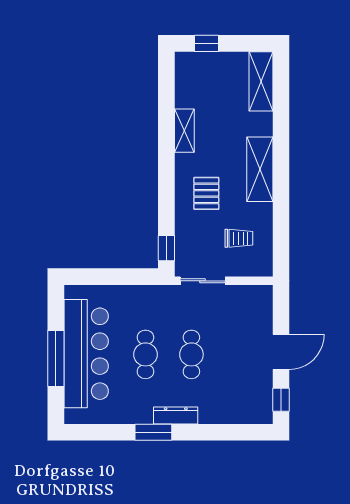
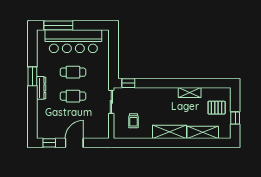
window: (207, 43) -> (235, 118), moved
shelving: (261, 81) -> (203, 132), moved
pallet: (206, 193) -> (217, 108), moved
door: (281, 352) -> (74, 143), swing flipped
window: (56, 358) -> (58, 25), moved

